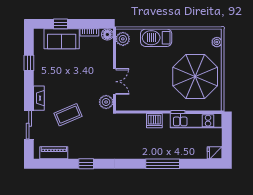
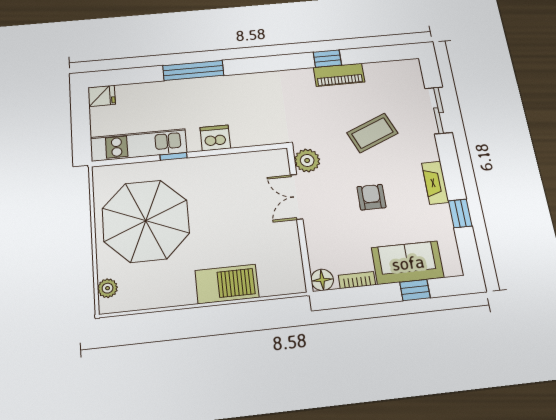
plant: (123, 39) -> (291, 275), removed
armchair: (75, 77) -> (371, 197), added
fireplace: (39, 98) -> (435, 183), moved
piano: (54, 153) -> (339, 75), moved

